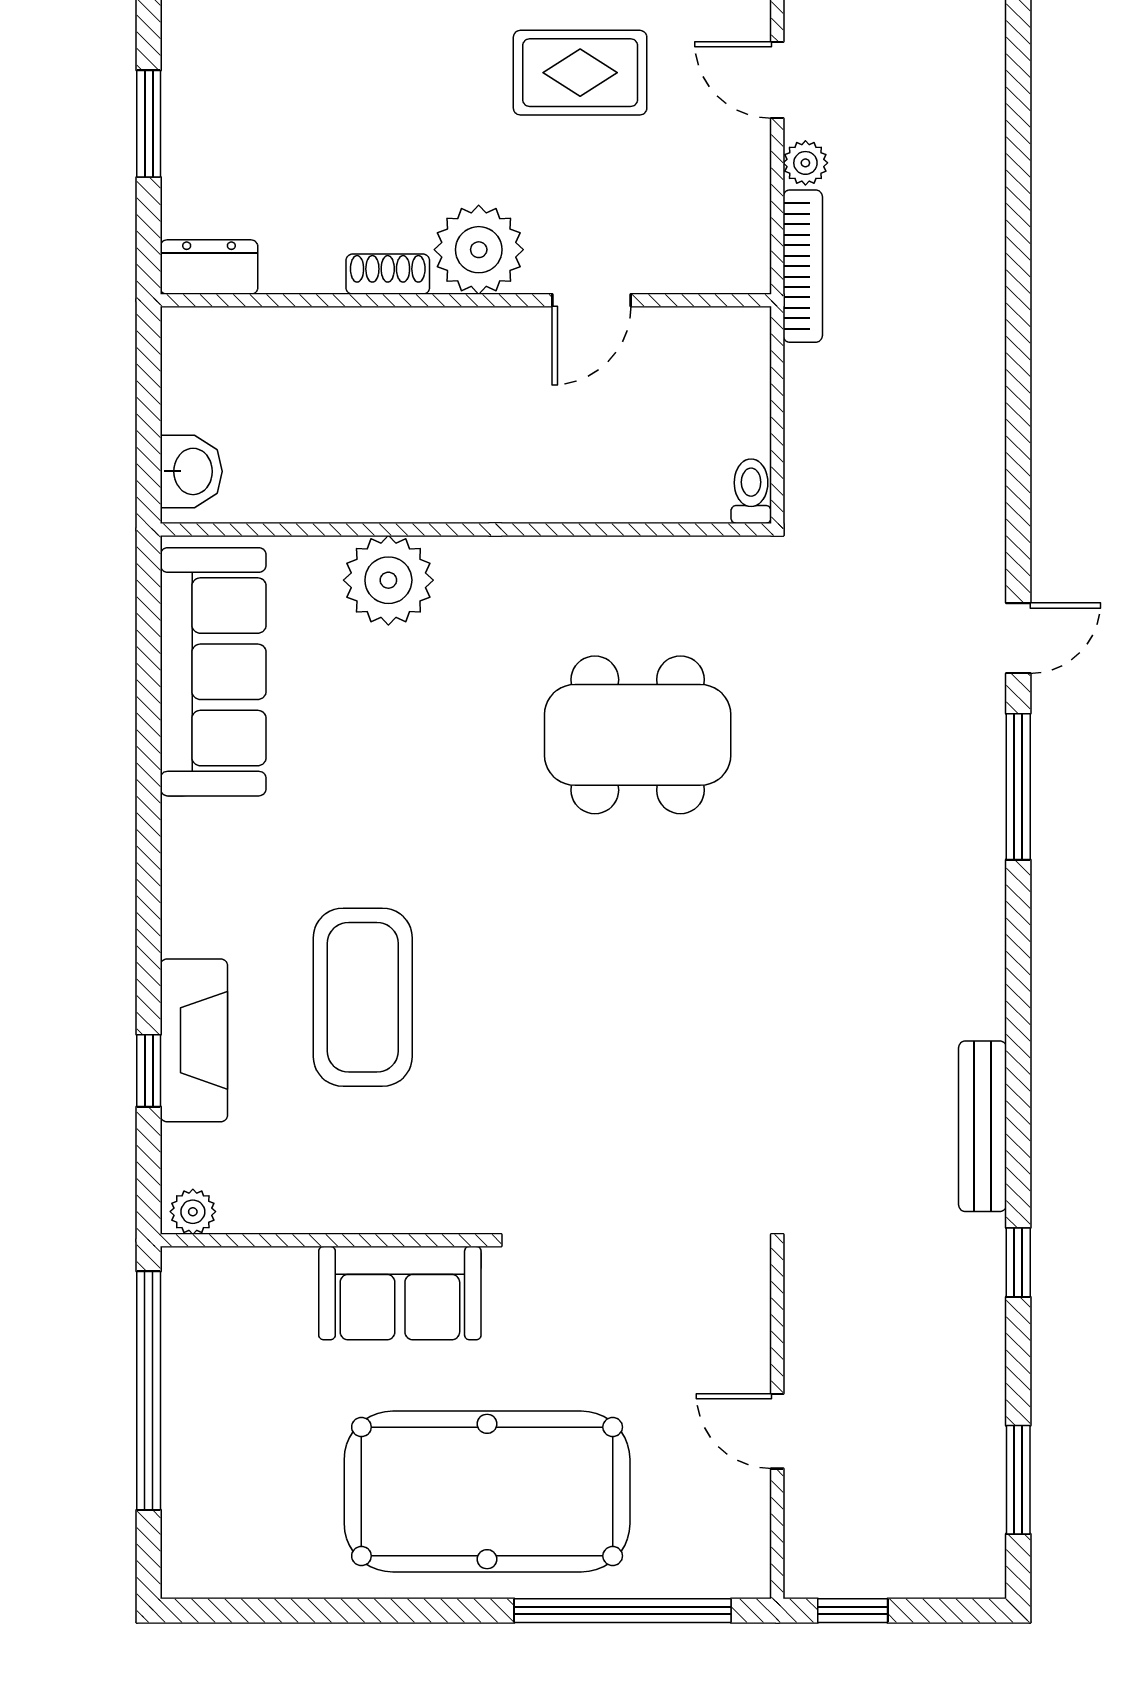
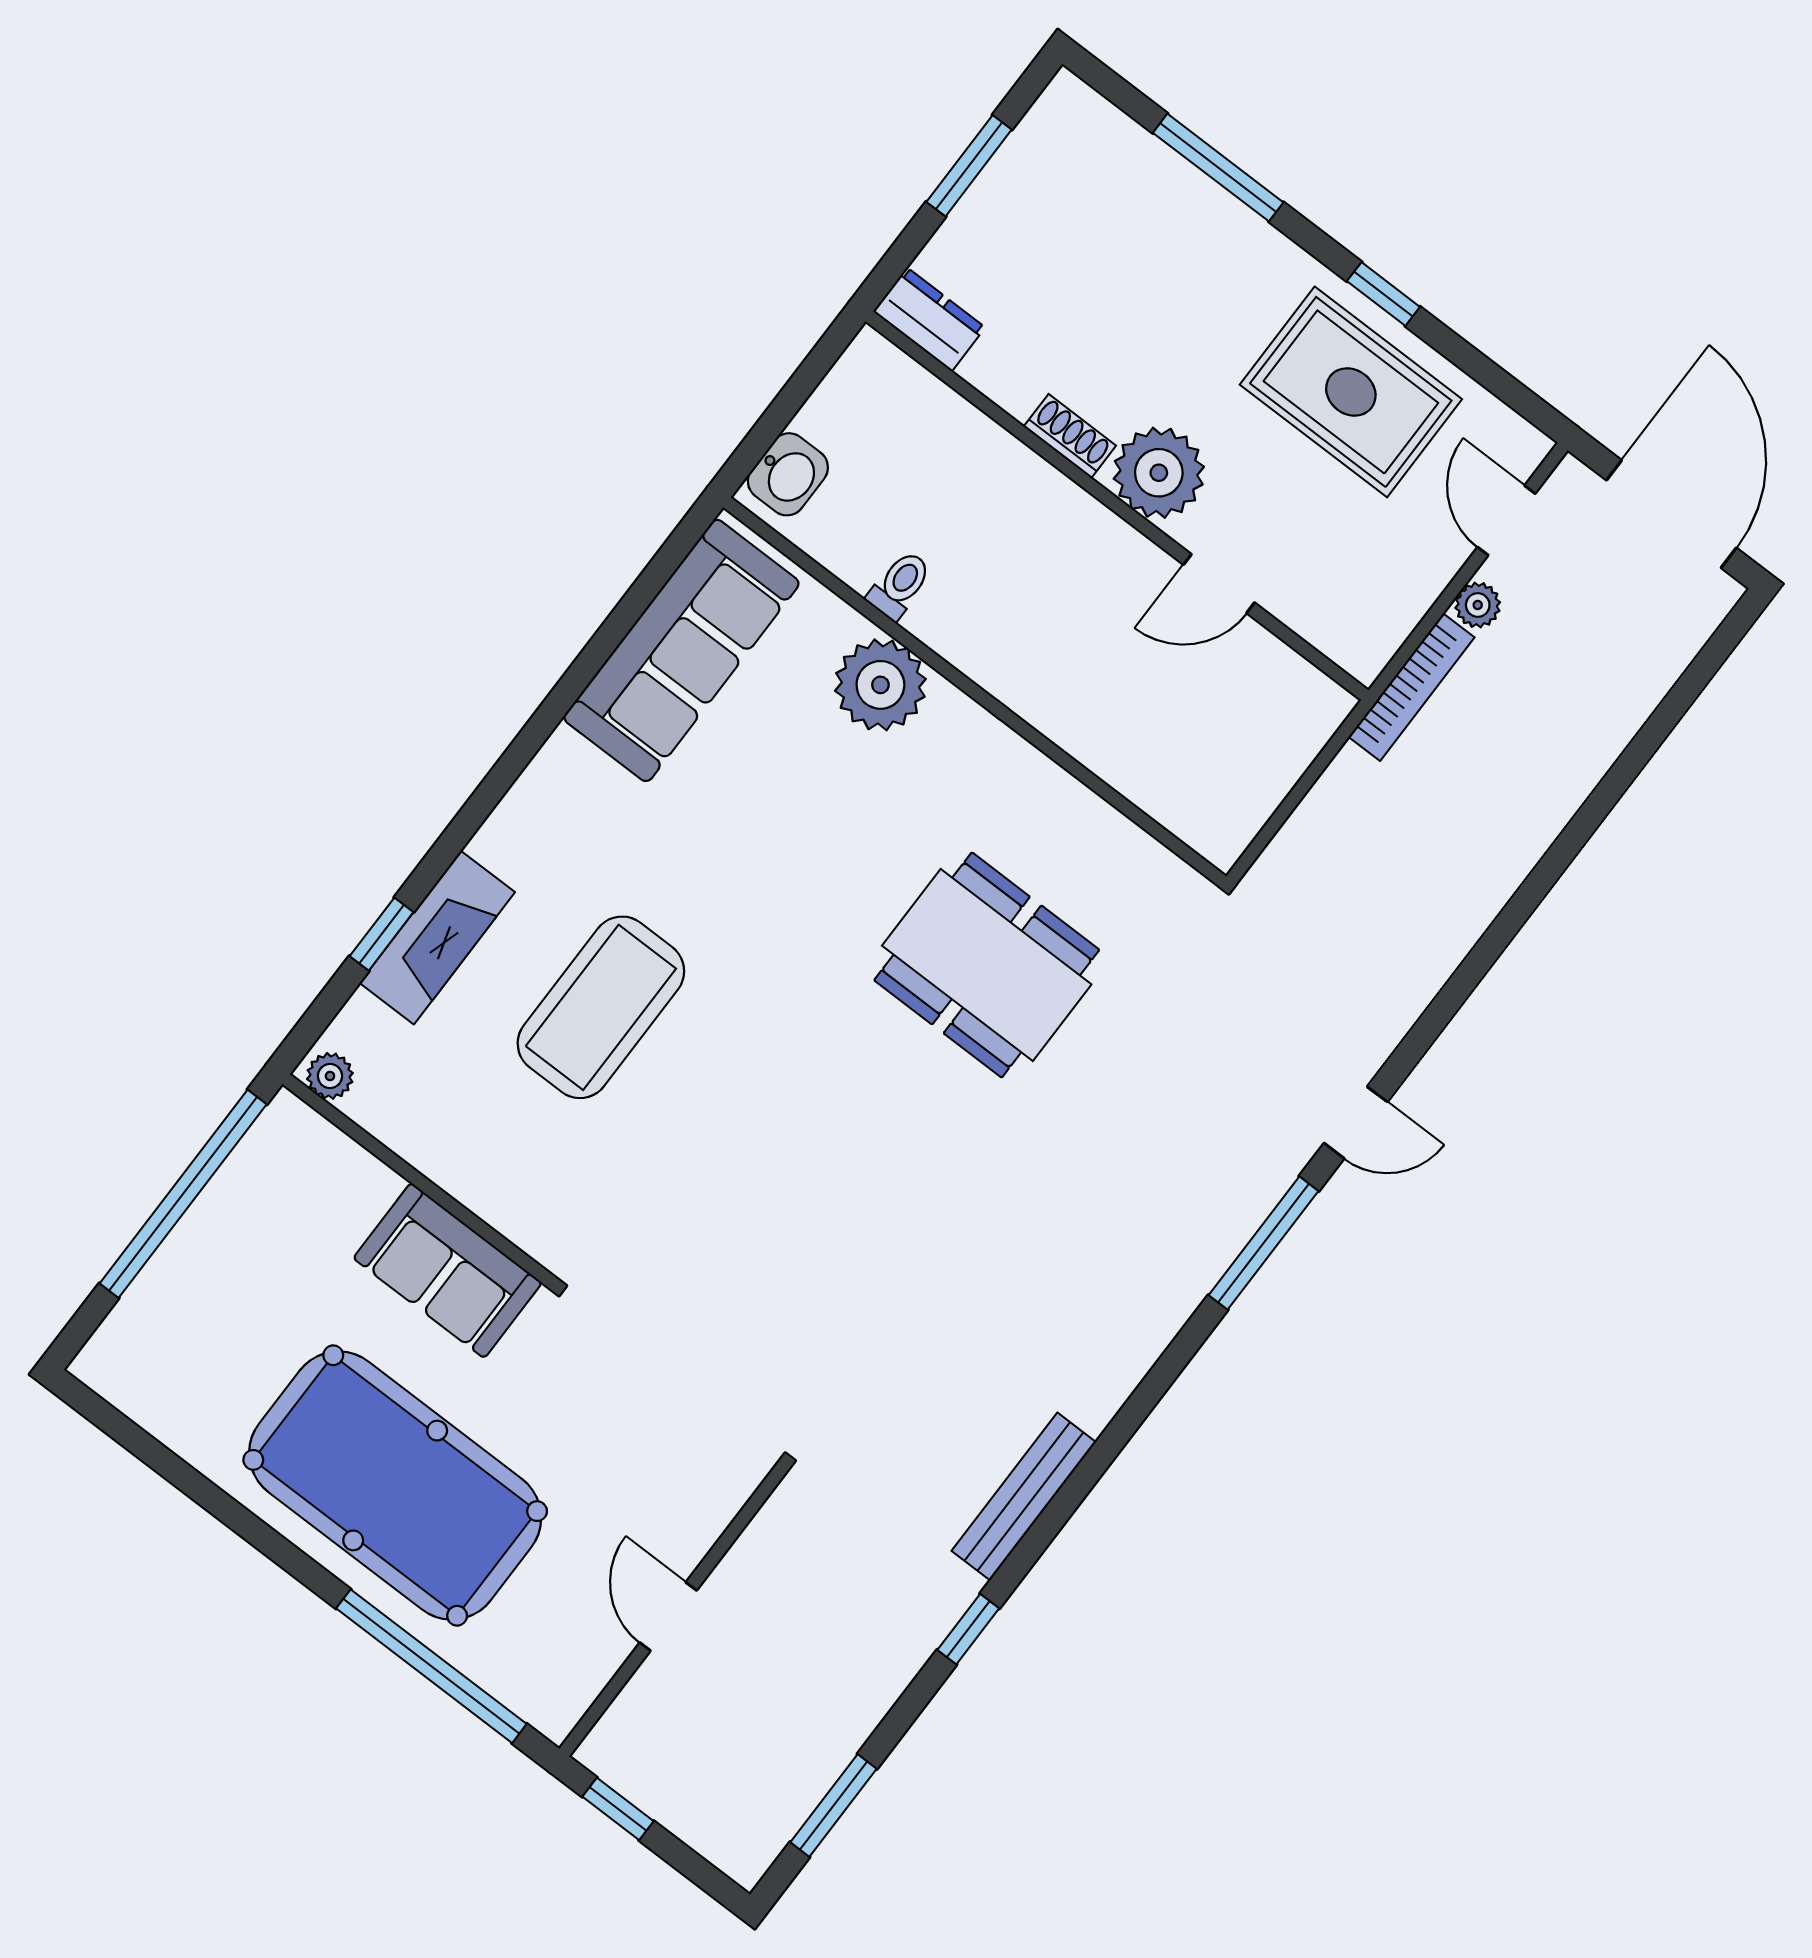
rug: (580, 73) -> (1351, 392), width x1.36, depth x1.43
toilet: (751, 491) -> (900, 585), moved

